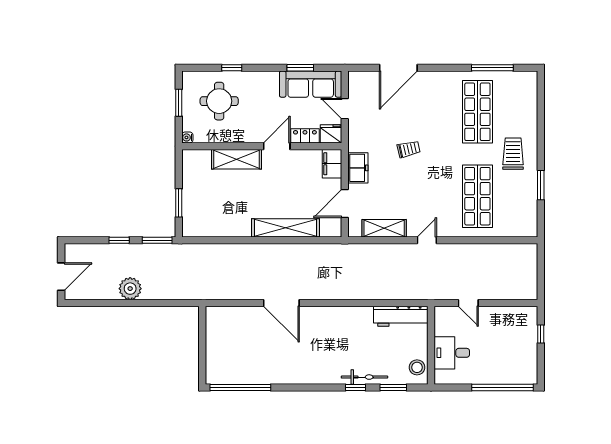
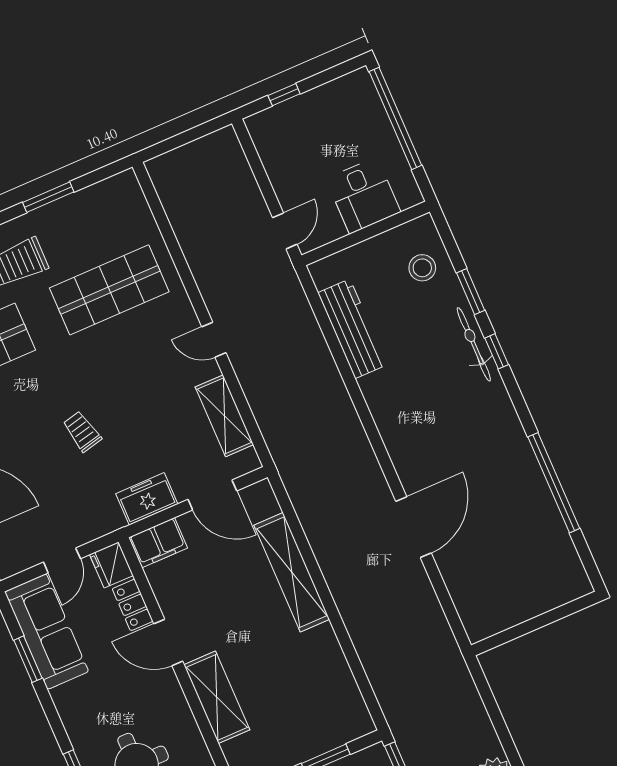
wall: (431, 345) -> (366, 233), moved
desk: (452, 353) -> (363, 195), moved
window: (240, 388) -> (554, 483), moved

